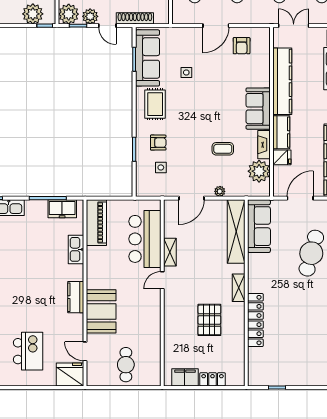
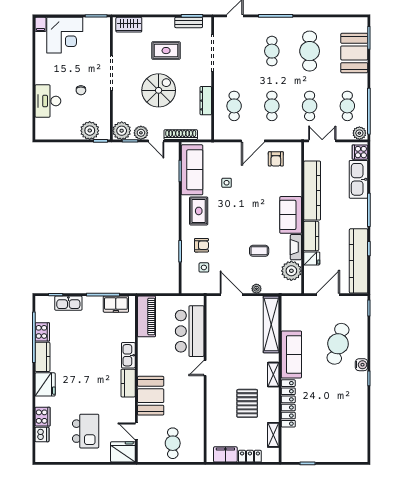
door: (192, 198) -> (231, 295), swing flipped
sofa: (259, 226) -> (291, 354), moved
kitchen sink: (76, 249) -> (128, 355), moved
shelving: (170, 252) -> (273, 435), moved

